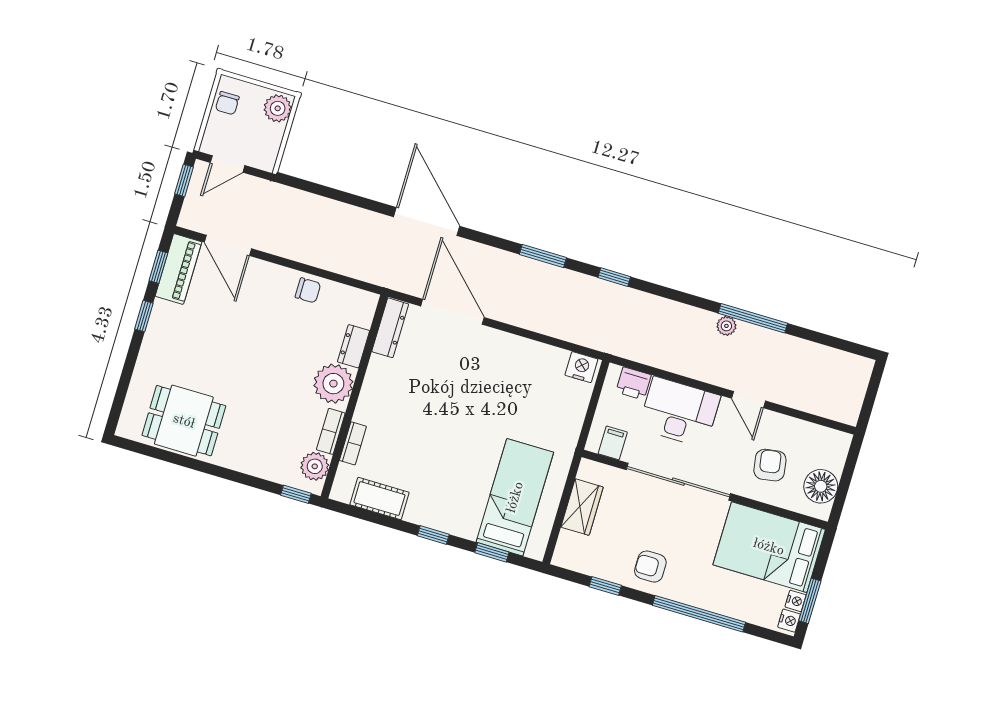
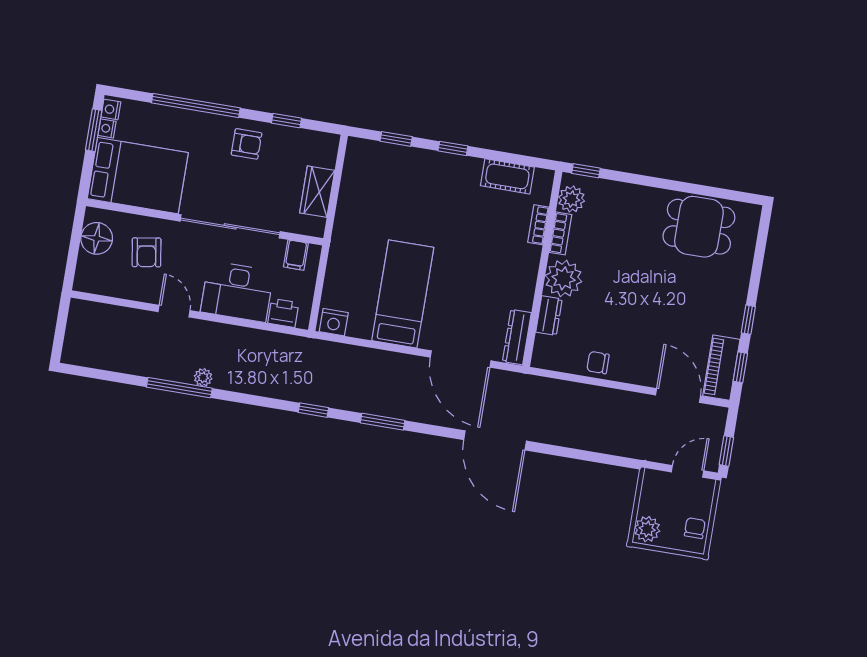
bed: (515, 497) -> (403, 294), moved, turned 180

